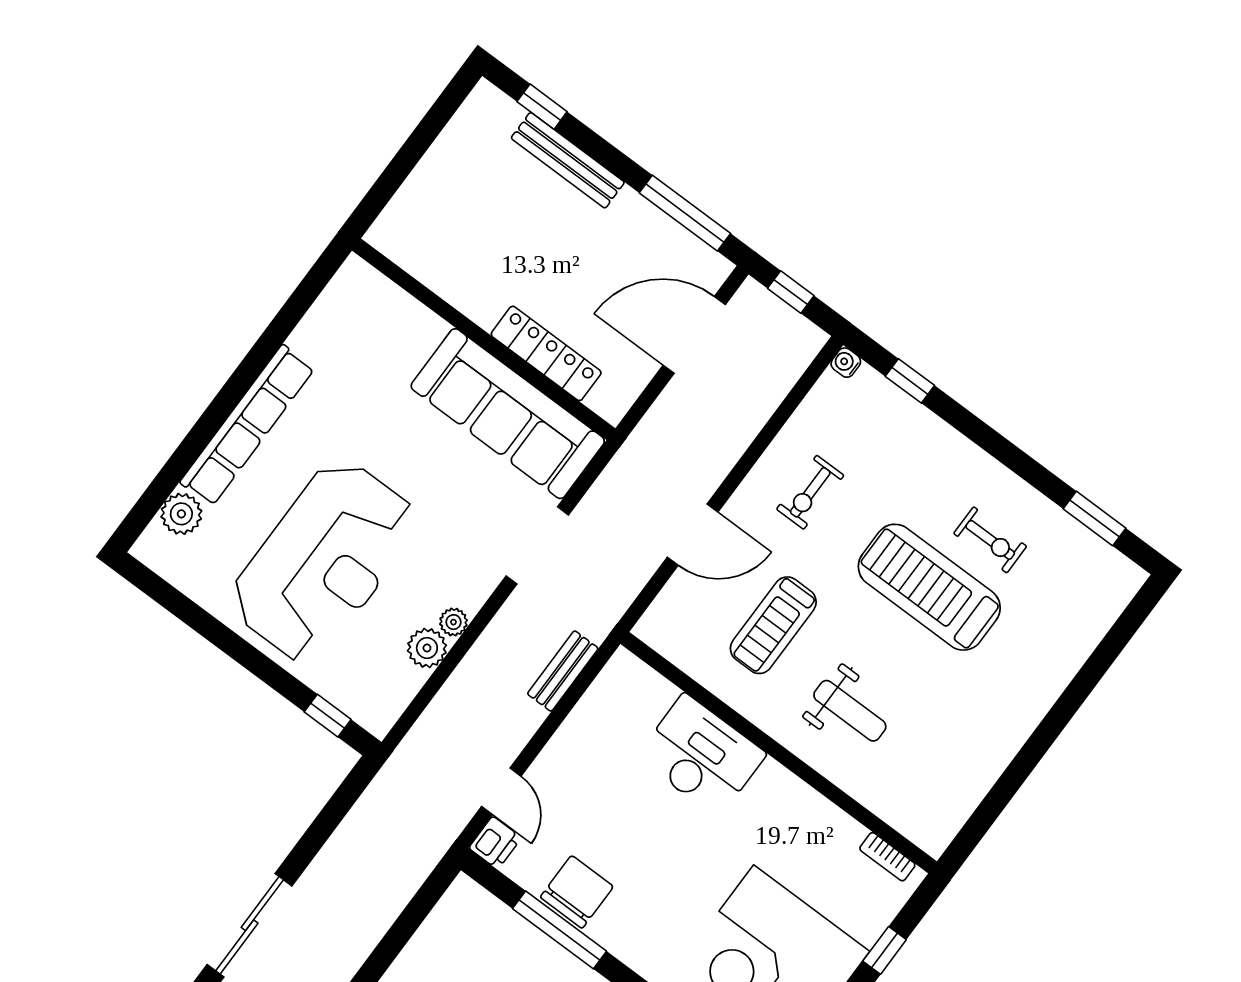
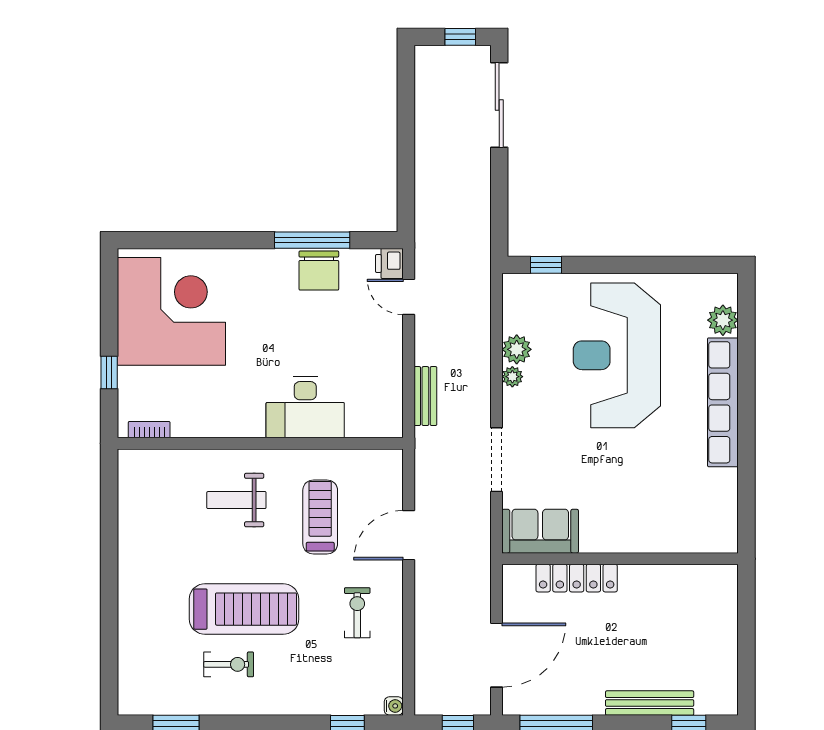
sofa: (508, 414) -> (540, 531), width x0.54, depth x0.79
exercise bike: (990, 540) -> (229, 664), turned 180

